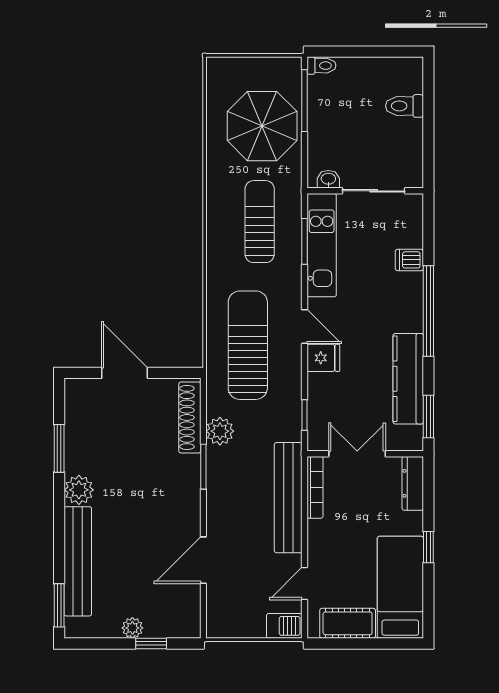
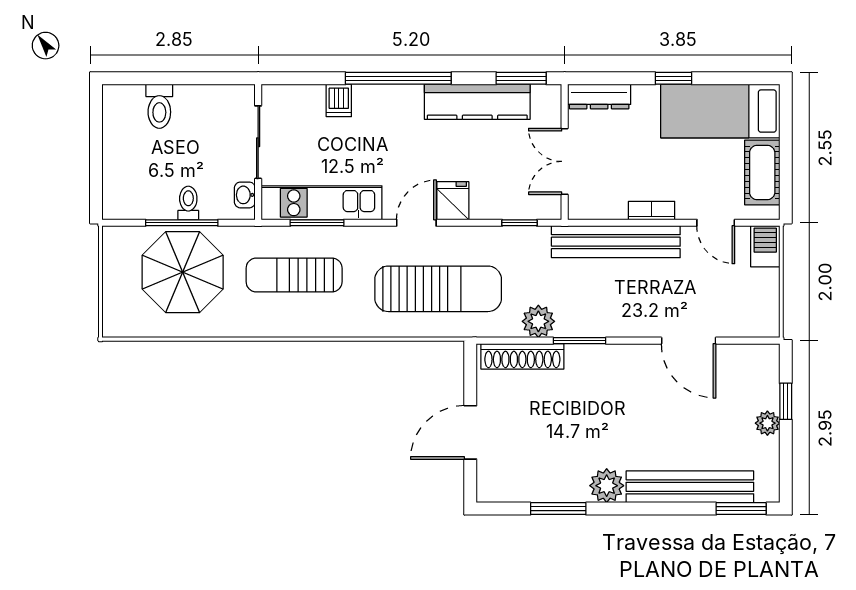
toilet: (321, 66) -> (188, 203), moved
window: (304, 101) -> (182, 223), moved
sun lounger: (248, 345) -> (438, 289), turned 180
bookcase: (315, 487) -> (652, 211), moved, width x0.64

